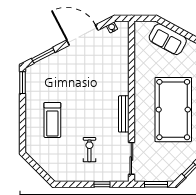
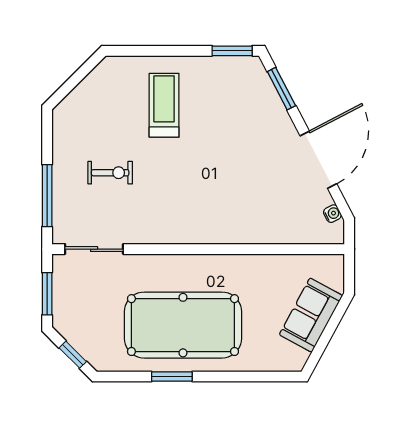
bench: (124, 114) -> (175, 235), removed
treadmill: (52, 120) -> (164, 105), turned 90
window: (102, 184) -> (47, 196), width x2.17

